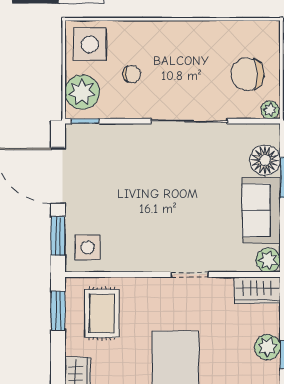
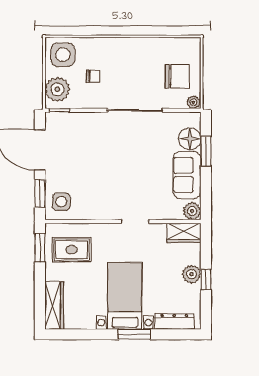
chair: (247, 74) -> (177, 76), turned 180
rug: (102, 313) -> (72, 250), turned 90

